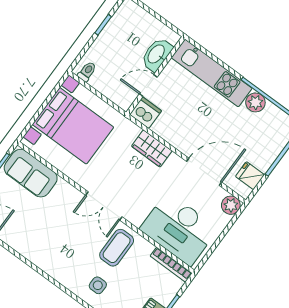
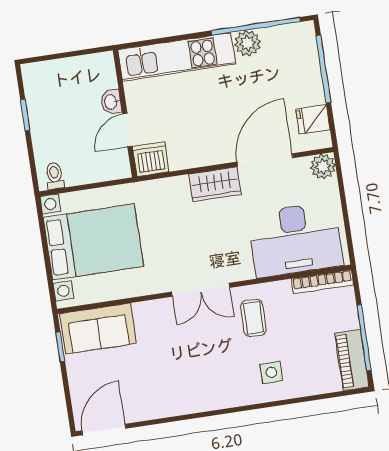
washbasin: (157, 54) -> (111, 102), width x0.52, depth x0.69
wardrobe: (152, 148) -> (215, 184), moved
coffee table: (117, 248) -> (253, 318), width x0.73, depth x0.77

